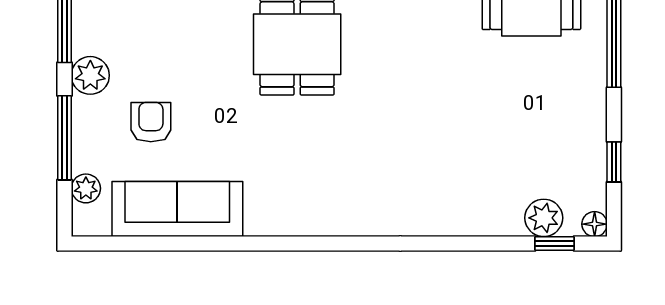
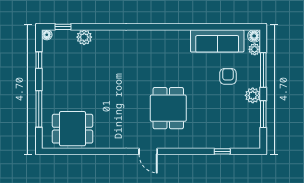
armchair: (151, 122) -> (228, 76), turned 180
plant: (544, 218) -> (84, 37), moved
floor lamp: (87, 221) -> (254, 36), added

